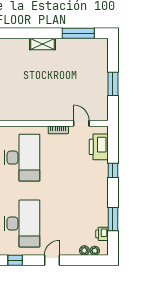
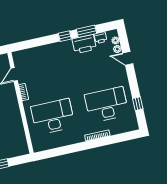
printer: (99, 147) -> (84, 44), moved
window: (113, 170) -> (65, 36), moved
door: (52, 260) -> (128, 58), moved

